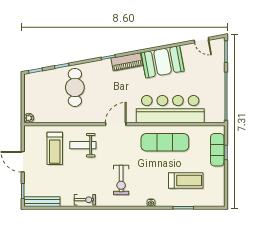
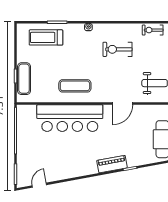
door: (201, 40) -> (39, 185), hinge flipped
booth: (163, 62) -> (77, 164), removed
exercise mat: (165, 142) -> (75, 86), width x0.73, depth x0.69
exercise bike: (121, 180) -> (118, 49), turned -90
treadmill: (186, 181) -> (46, 37), moved

